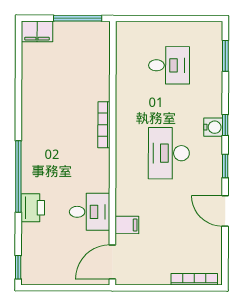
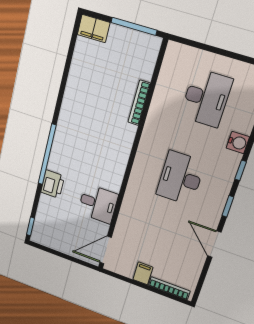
desk: (169, 65) -> (206, 98), width x1.37
bookcase: (104, 125) -> (139, 103), moved
water cooler: (213, 127) -> (238, 143), moved
filing cabinet: (127, 225) -> (143, 273), moved, turned -90

